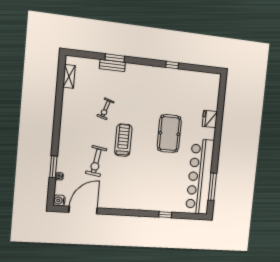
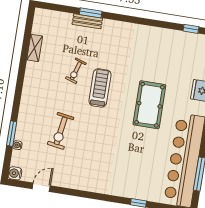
window: (172, 65) -> (191, 29), moved
shelving: (69, 76) -> (35, 48), moved
treadmill: (123, 140) -> (100, 88), moved
door: (83, 210) -> (41, 187), width x0.53

